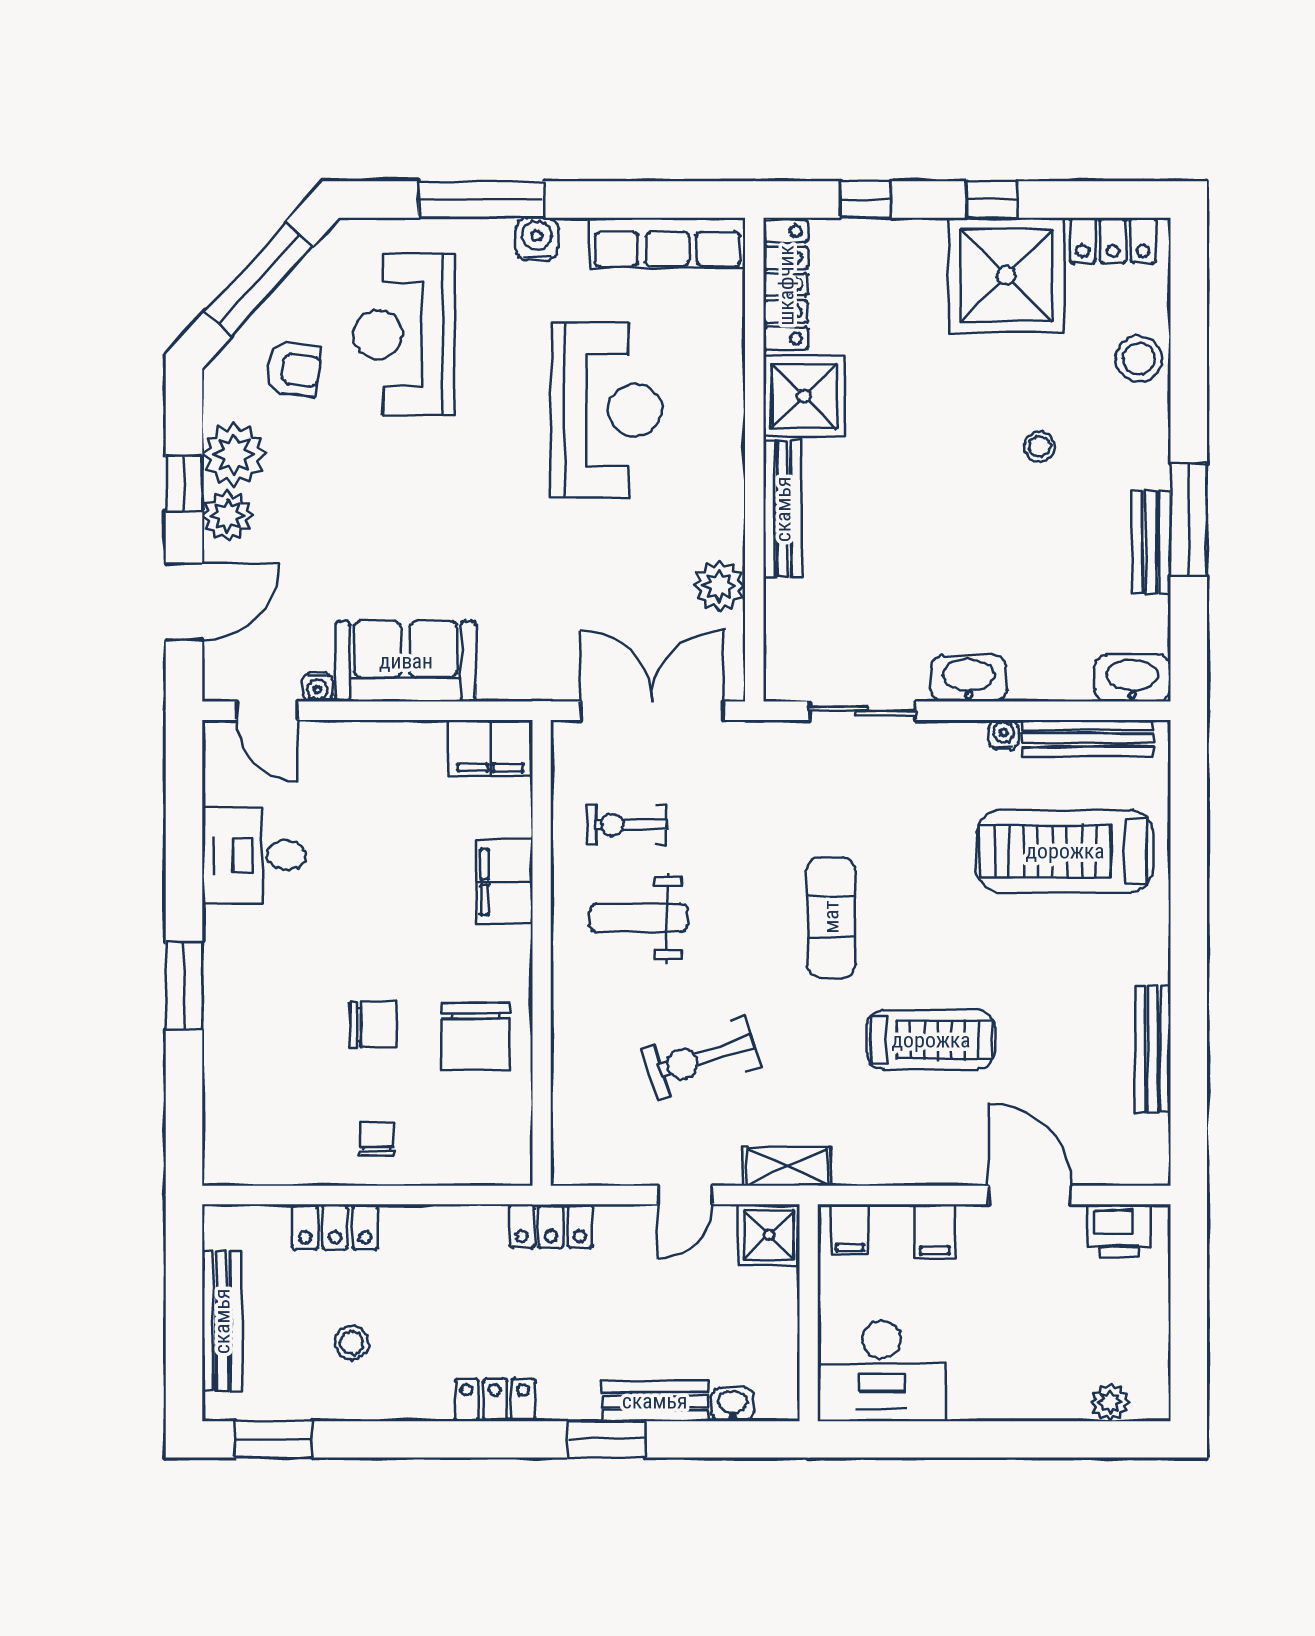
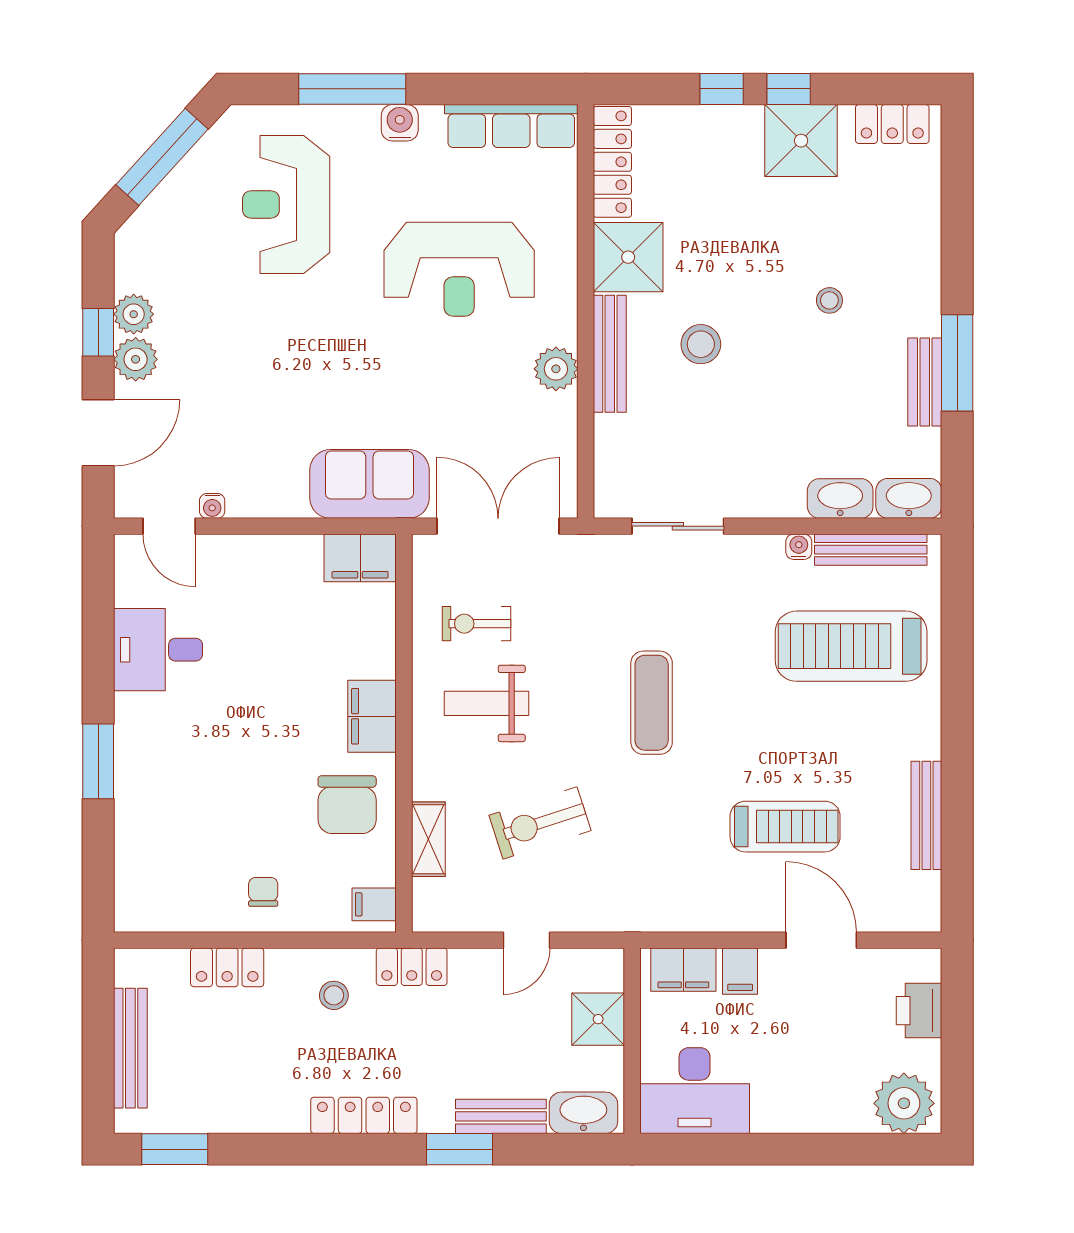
window: (866, 199) -> (722, 89), moved
shower: (1006, 275) -> (801, 141), width x0.73, depth x0.73
stool: (1139, 359) -> (701, 344), moved
armchair: (294, 369) -> (192, 234), removed
reception desk: (606, 410) -> (459, 269), turned 90
plant: (234, 454) -> (134, 314), width x0.73, depth x0.73
plant: (720, 586) -> (556, 369), moved
sofa: (406, 661) -> (369, 484), moved
washbasin: (969, 678) -> (840, 498), moved
filing cabinet: (504, 882) -> (372, 716), moved
chair: (373, 1025) -> (260, 795), removed
treadmill: (931, 1040) -> (785, 827), moved
filing cabinet: (507, 1153) -> (374, 904), added
shelving: (787, 1166) -> (428, 839), moved, turned 90
filing cabinet: (850, 1229) -> (683, 970), width x2.00
printer: (1119, 1231) -> (919, 1011), moved, turned 90
shower: (769, 1235) -> (598, 1019), moved
stool: (352, 1343) -> (334, 995), moved
locker: (495, 1400) -> (364, 1115), width x1.53
plant: (1110, 1402) -> (904, 1103), width x1.87, depth x1.87
washbasin: (733, 1404) -> (583, 1113), width x1.91, depth x1.45

